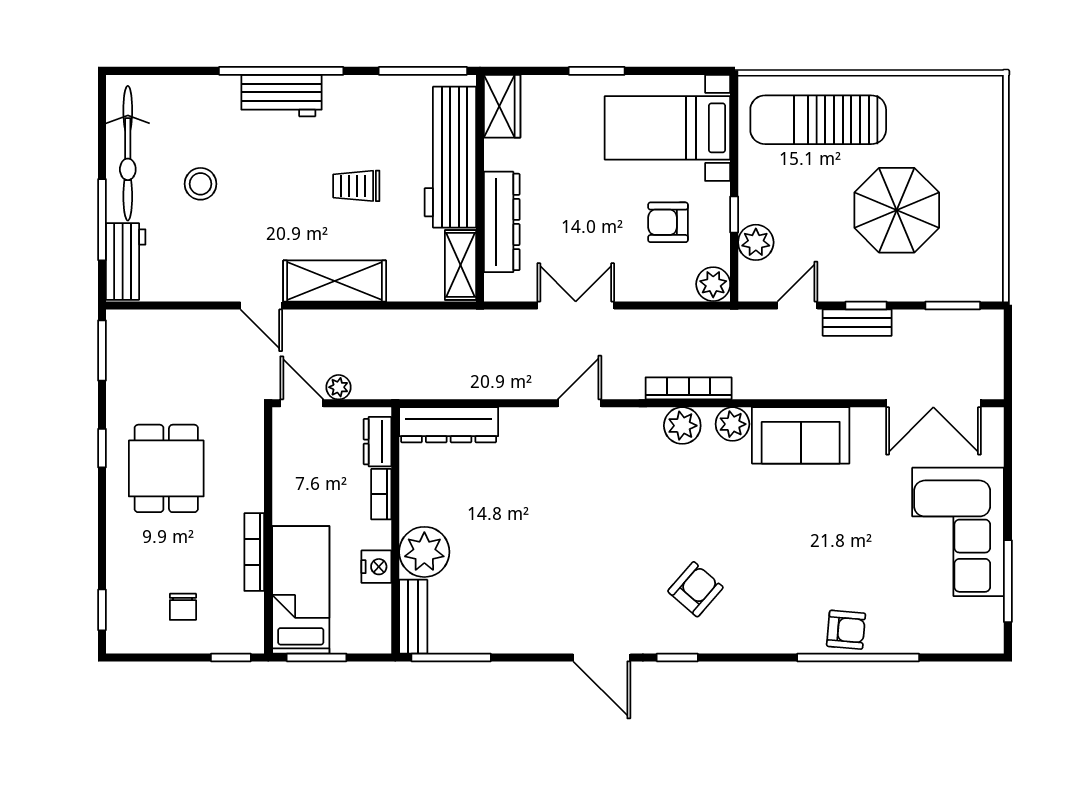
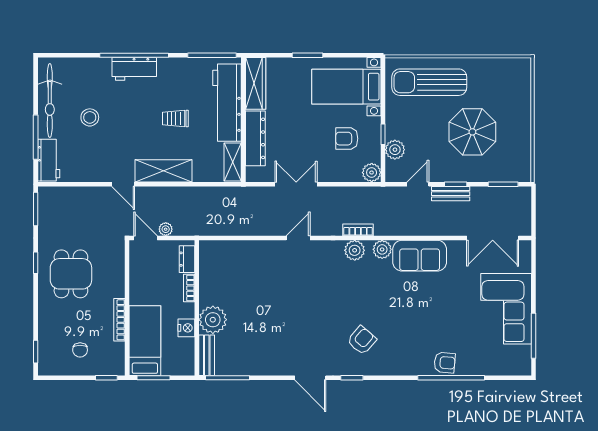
wardrobe: (502, 106) -> (256, 83), width x1.50
bookcase: (689, 388) -> (358, 230), width x0.64
dresser: (449, 425) -> (226, 250), removed

